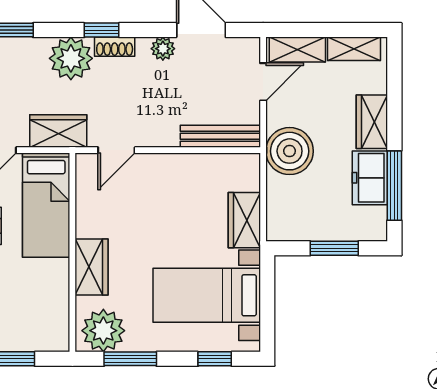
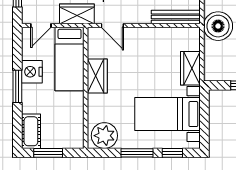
door: (116, 150) -> (112, 26), hinge flipped
wardrobe: (92, 267) -> (97, 76), moved
window: (130, 359) -> (137, 153), moved

